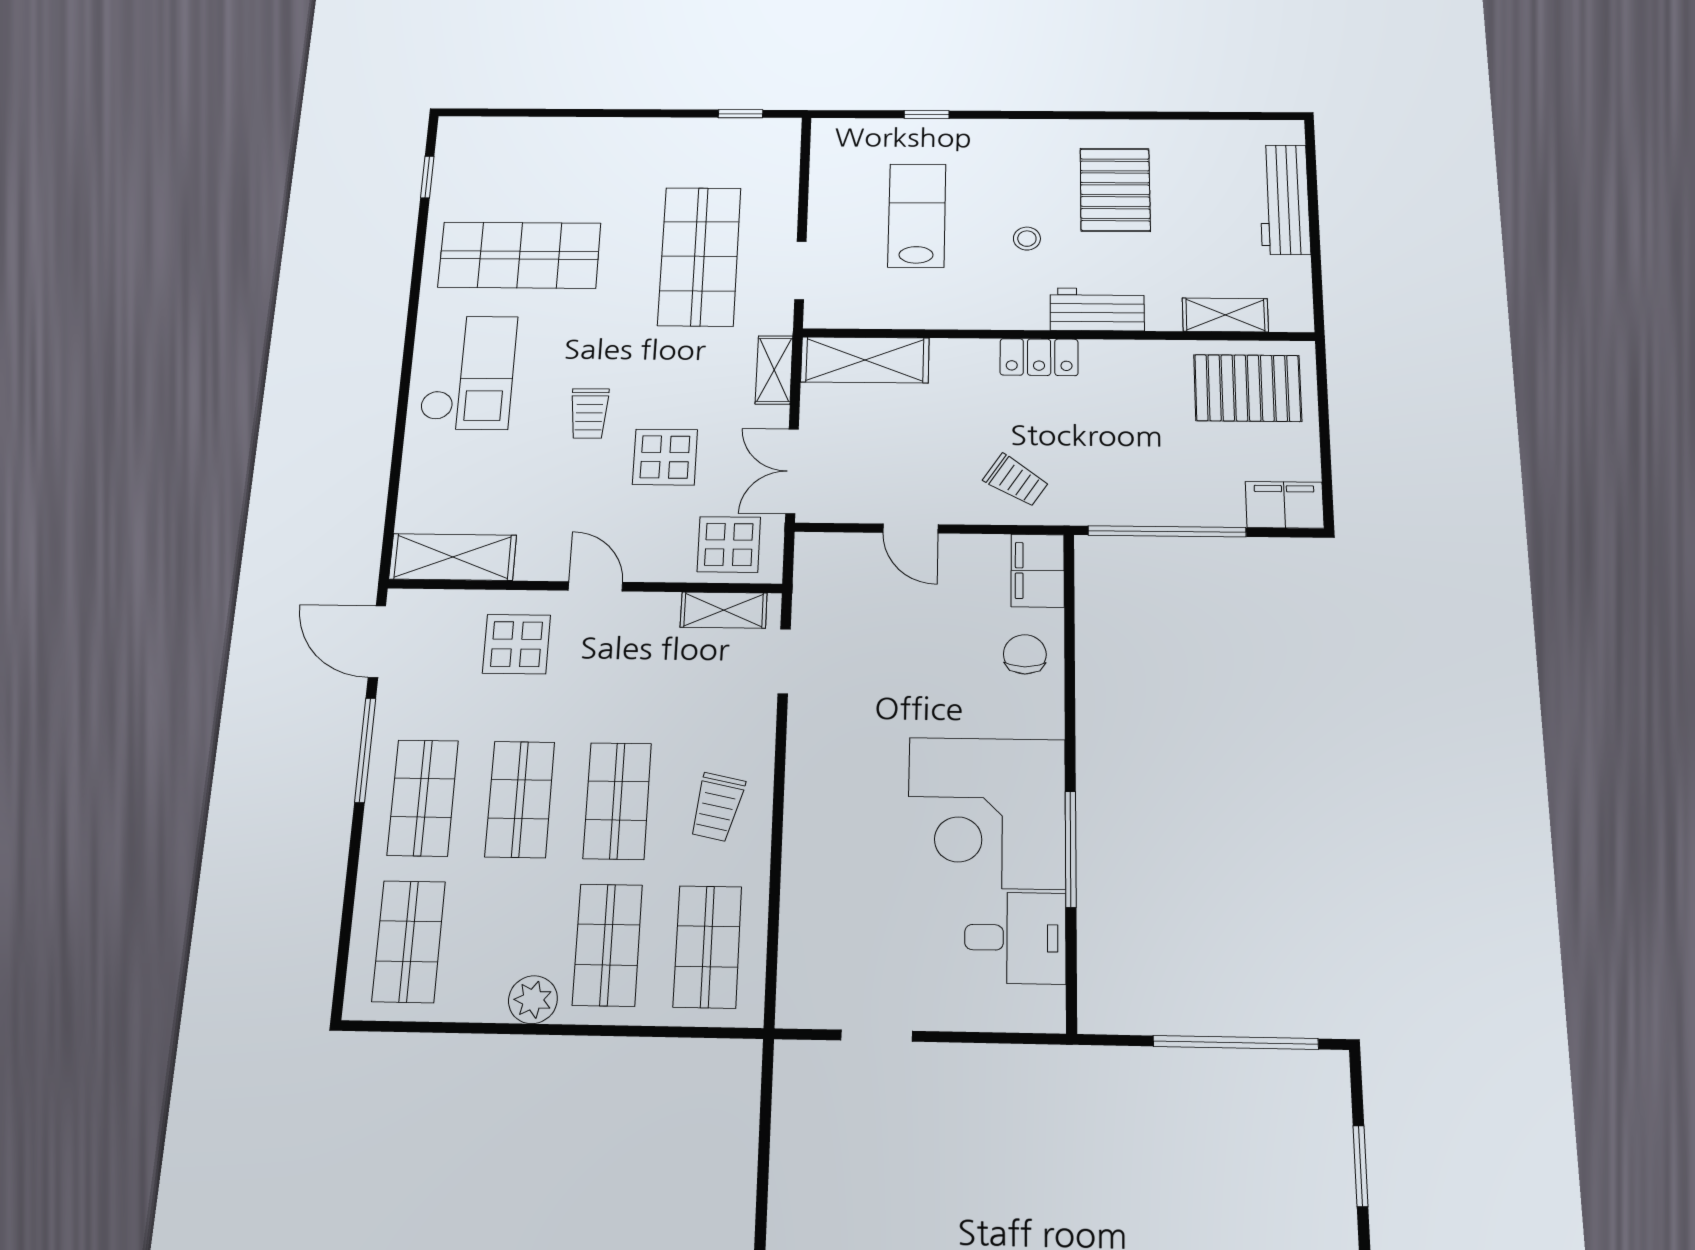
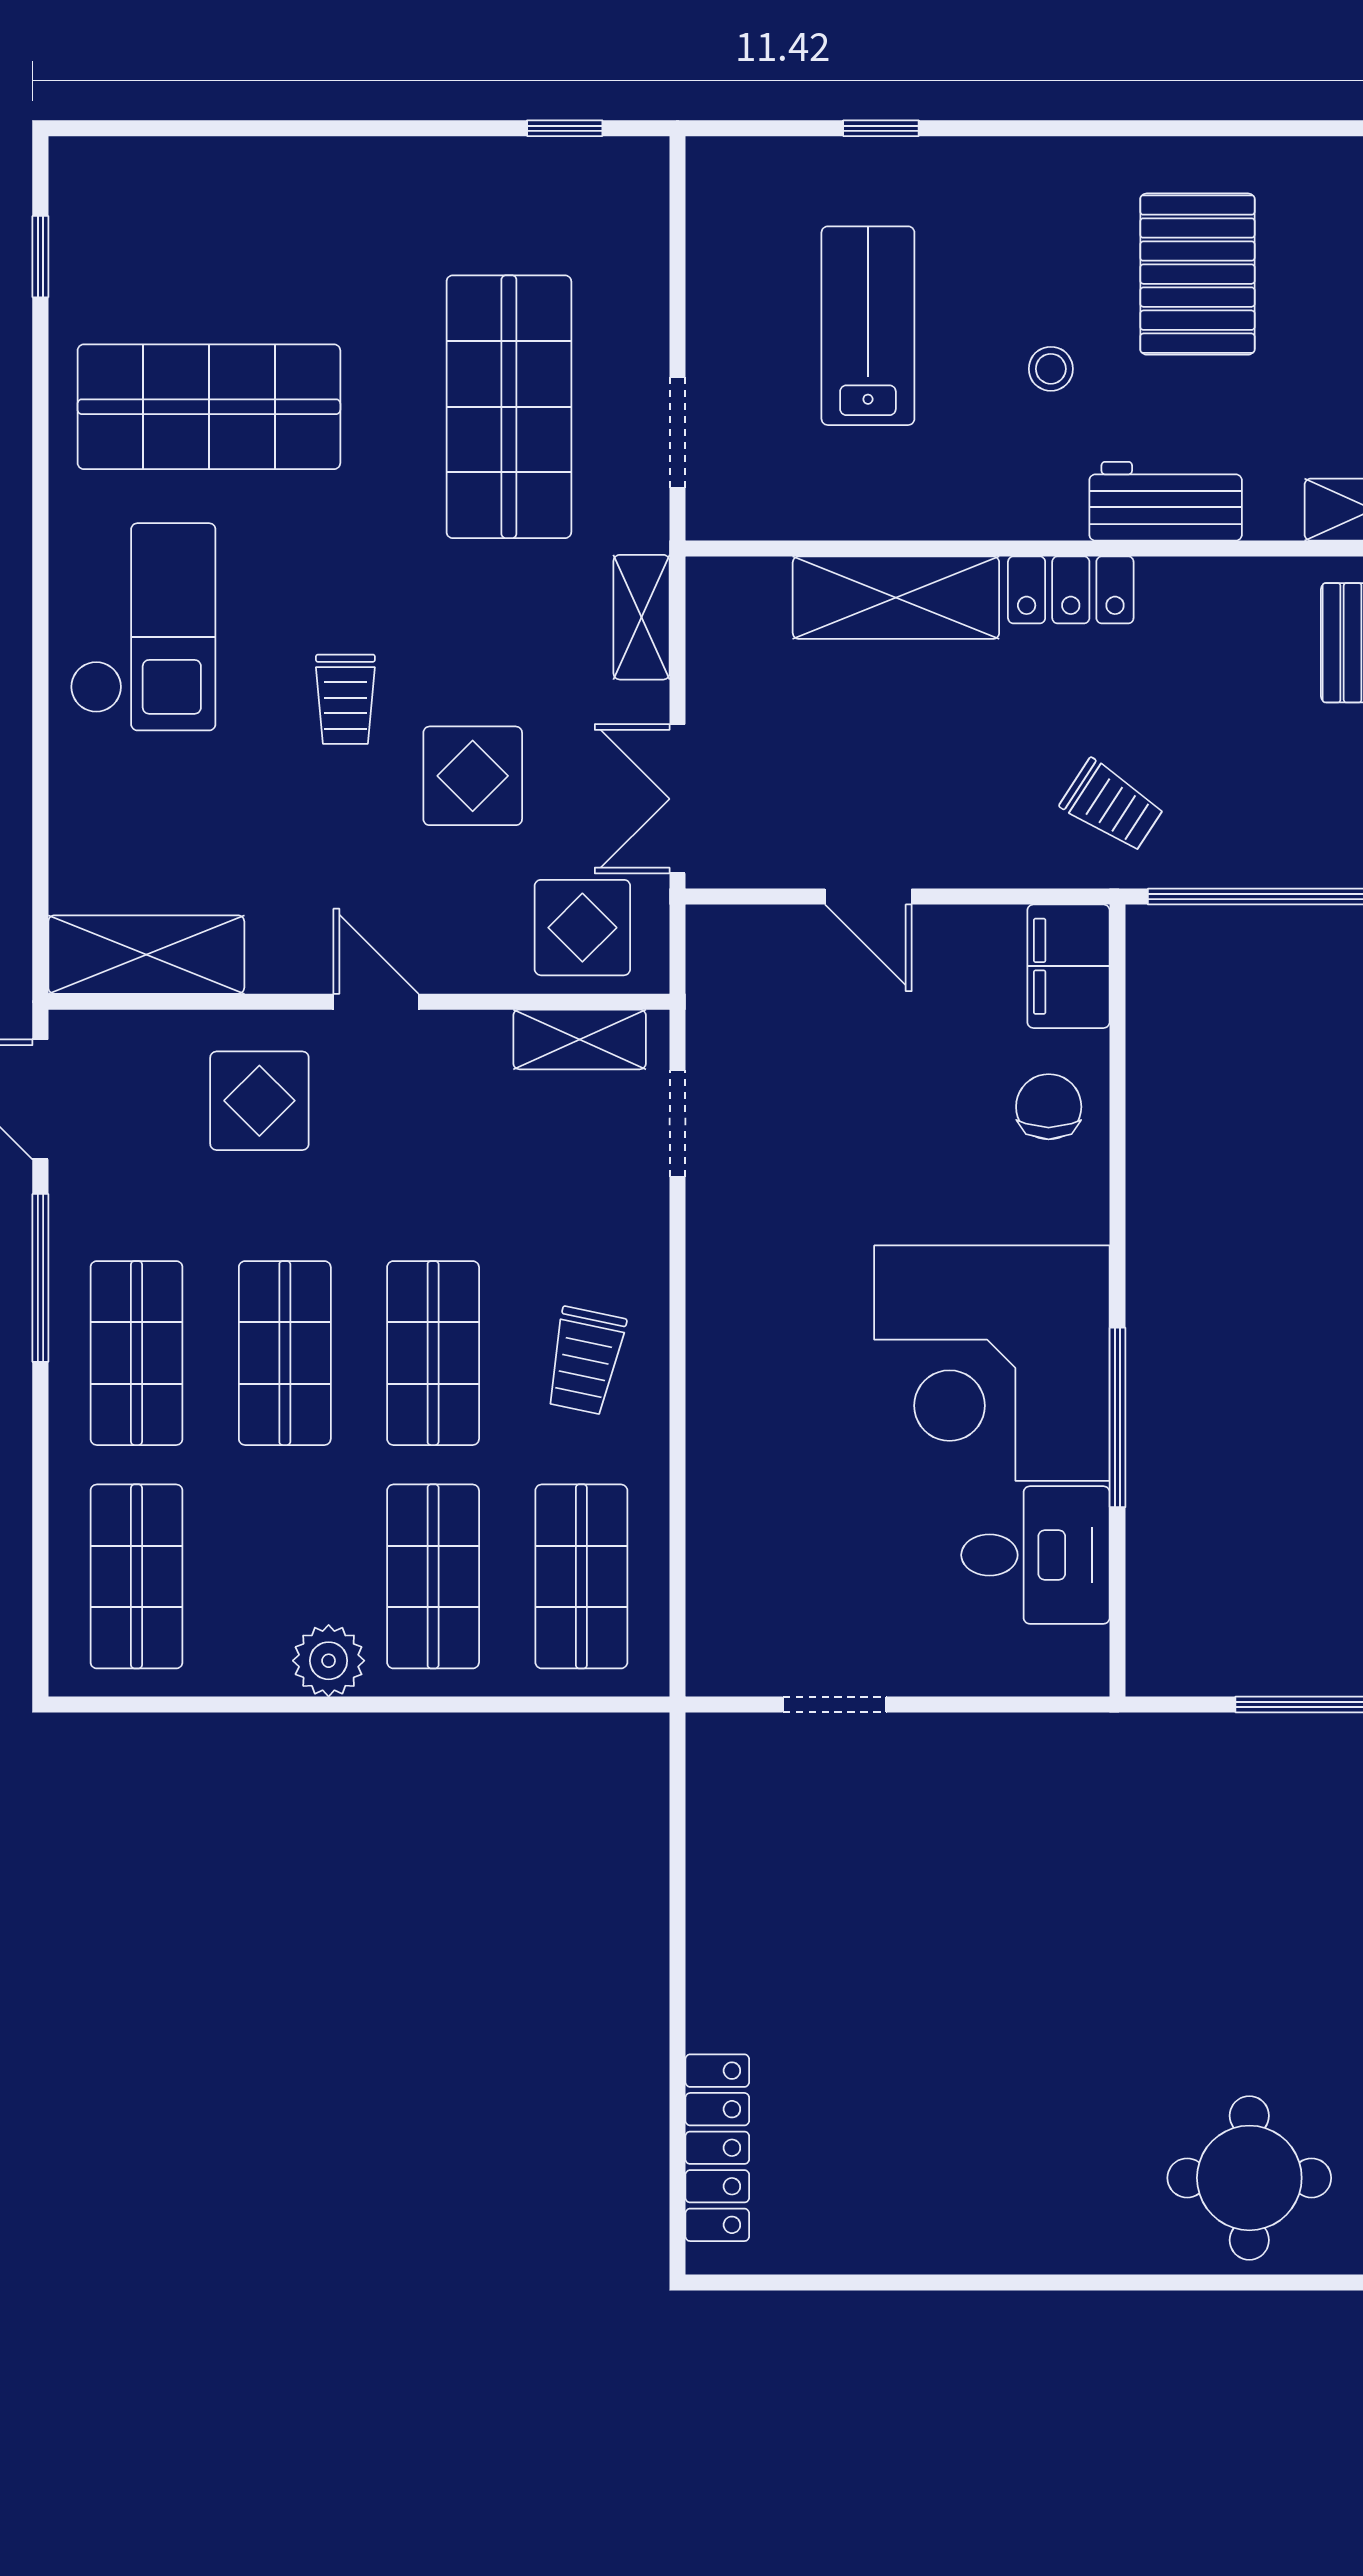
shelving: (865, 360) -> (896, 598), moved
trolley: (1016, 480) -> (1112, 806), moved

